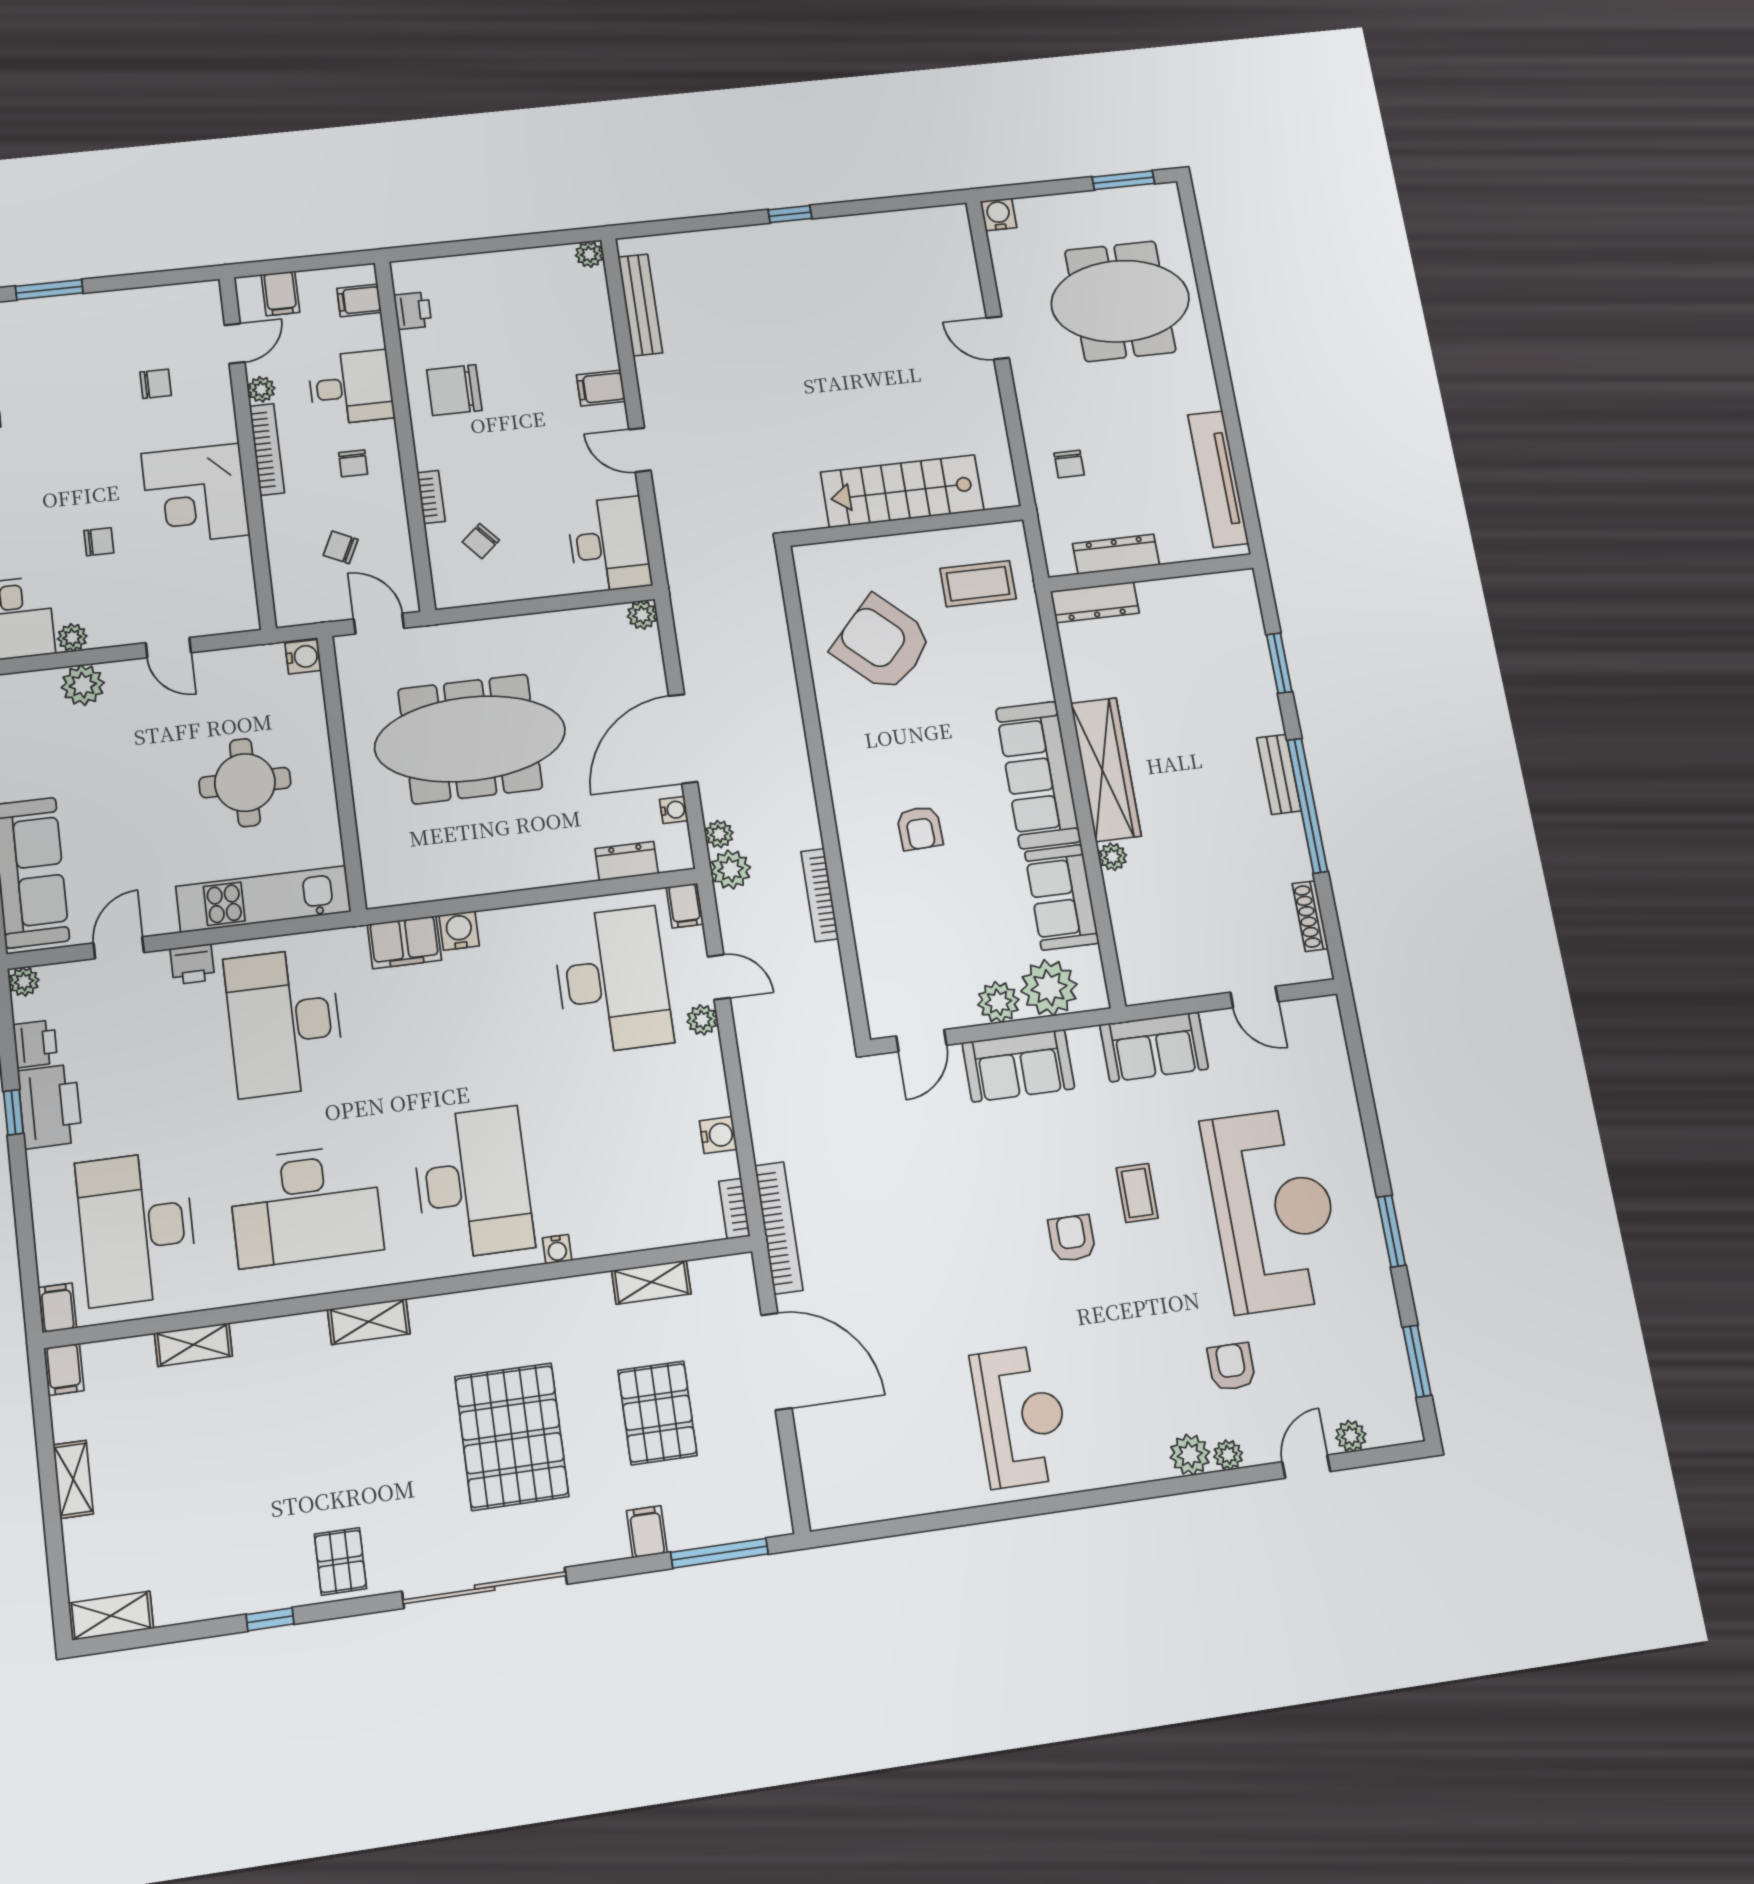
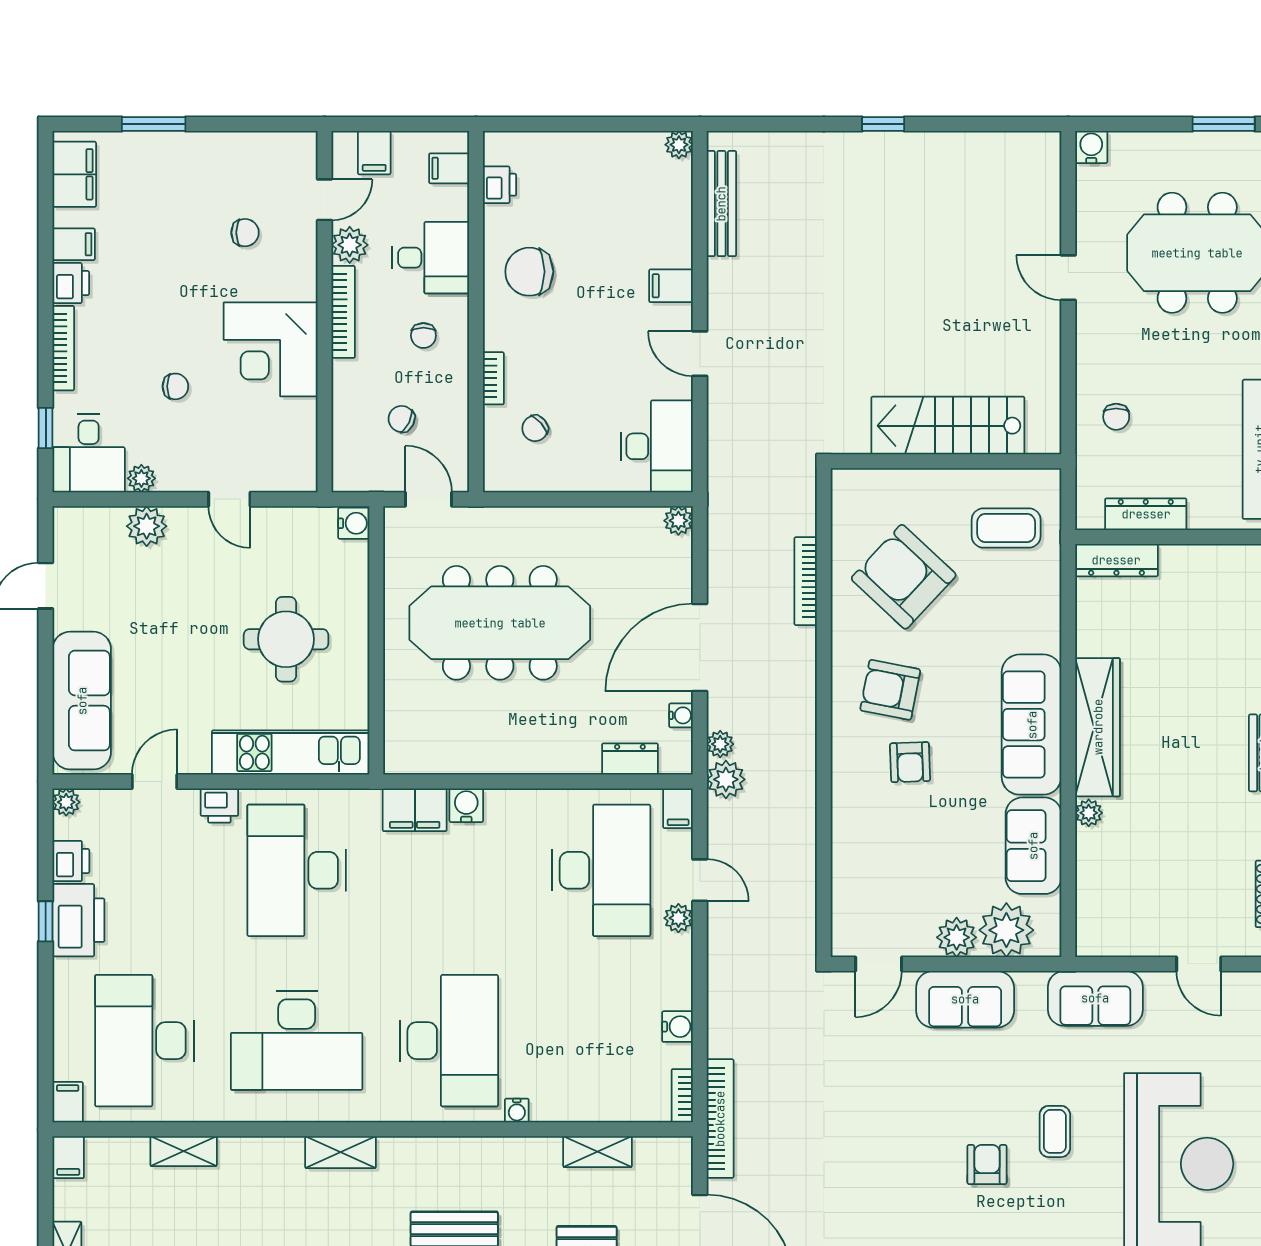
plant: (261, 389) -> (350, 245), width x1.38, depth x1.38
armchair: (887, 758) -> (890, 690), added
bookcase: (820, 895) -> (806, 581), moved

